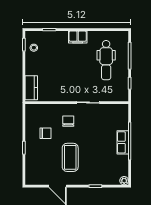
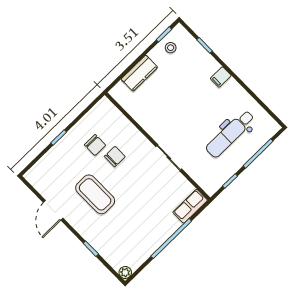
filing cabinet: (78, 37) -> (221, 77), width x0.50
kitchen counter: (31, 88) -> (139, 73), moved
chair: (68, 121) -> (115, 157), moved
row of seats: (123, 142) -> (190, 206), moved
coffee table: (70, 157) -> (95, 194), turned 90

